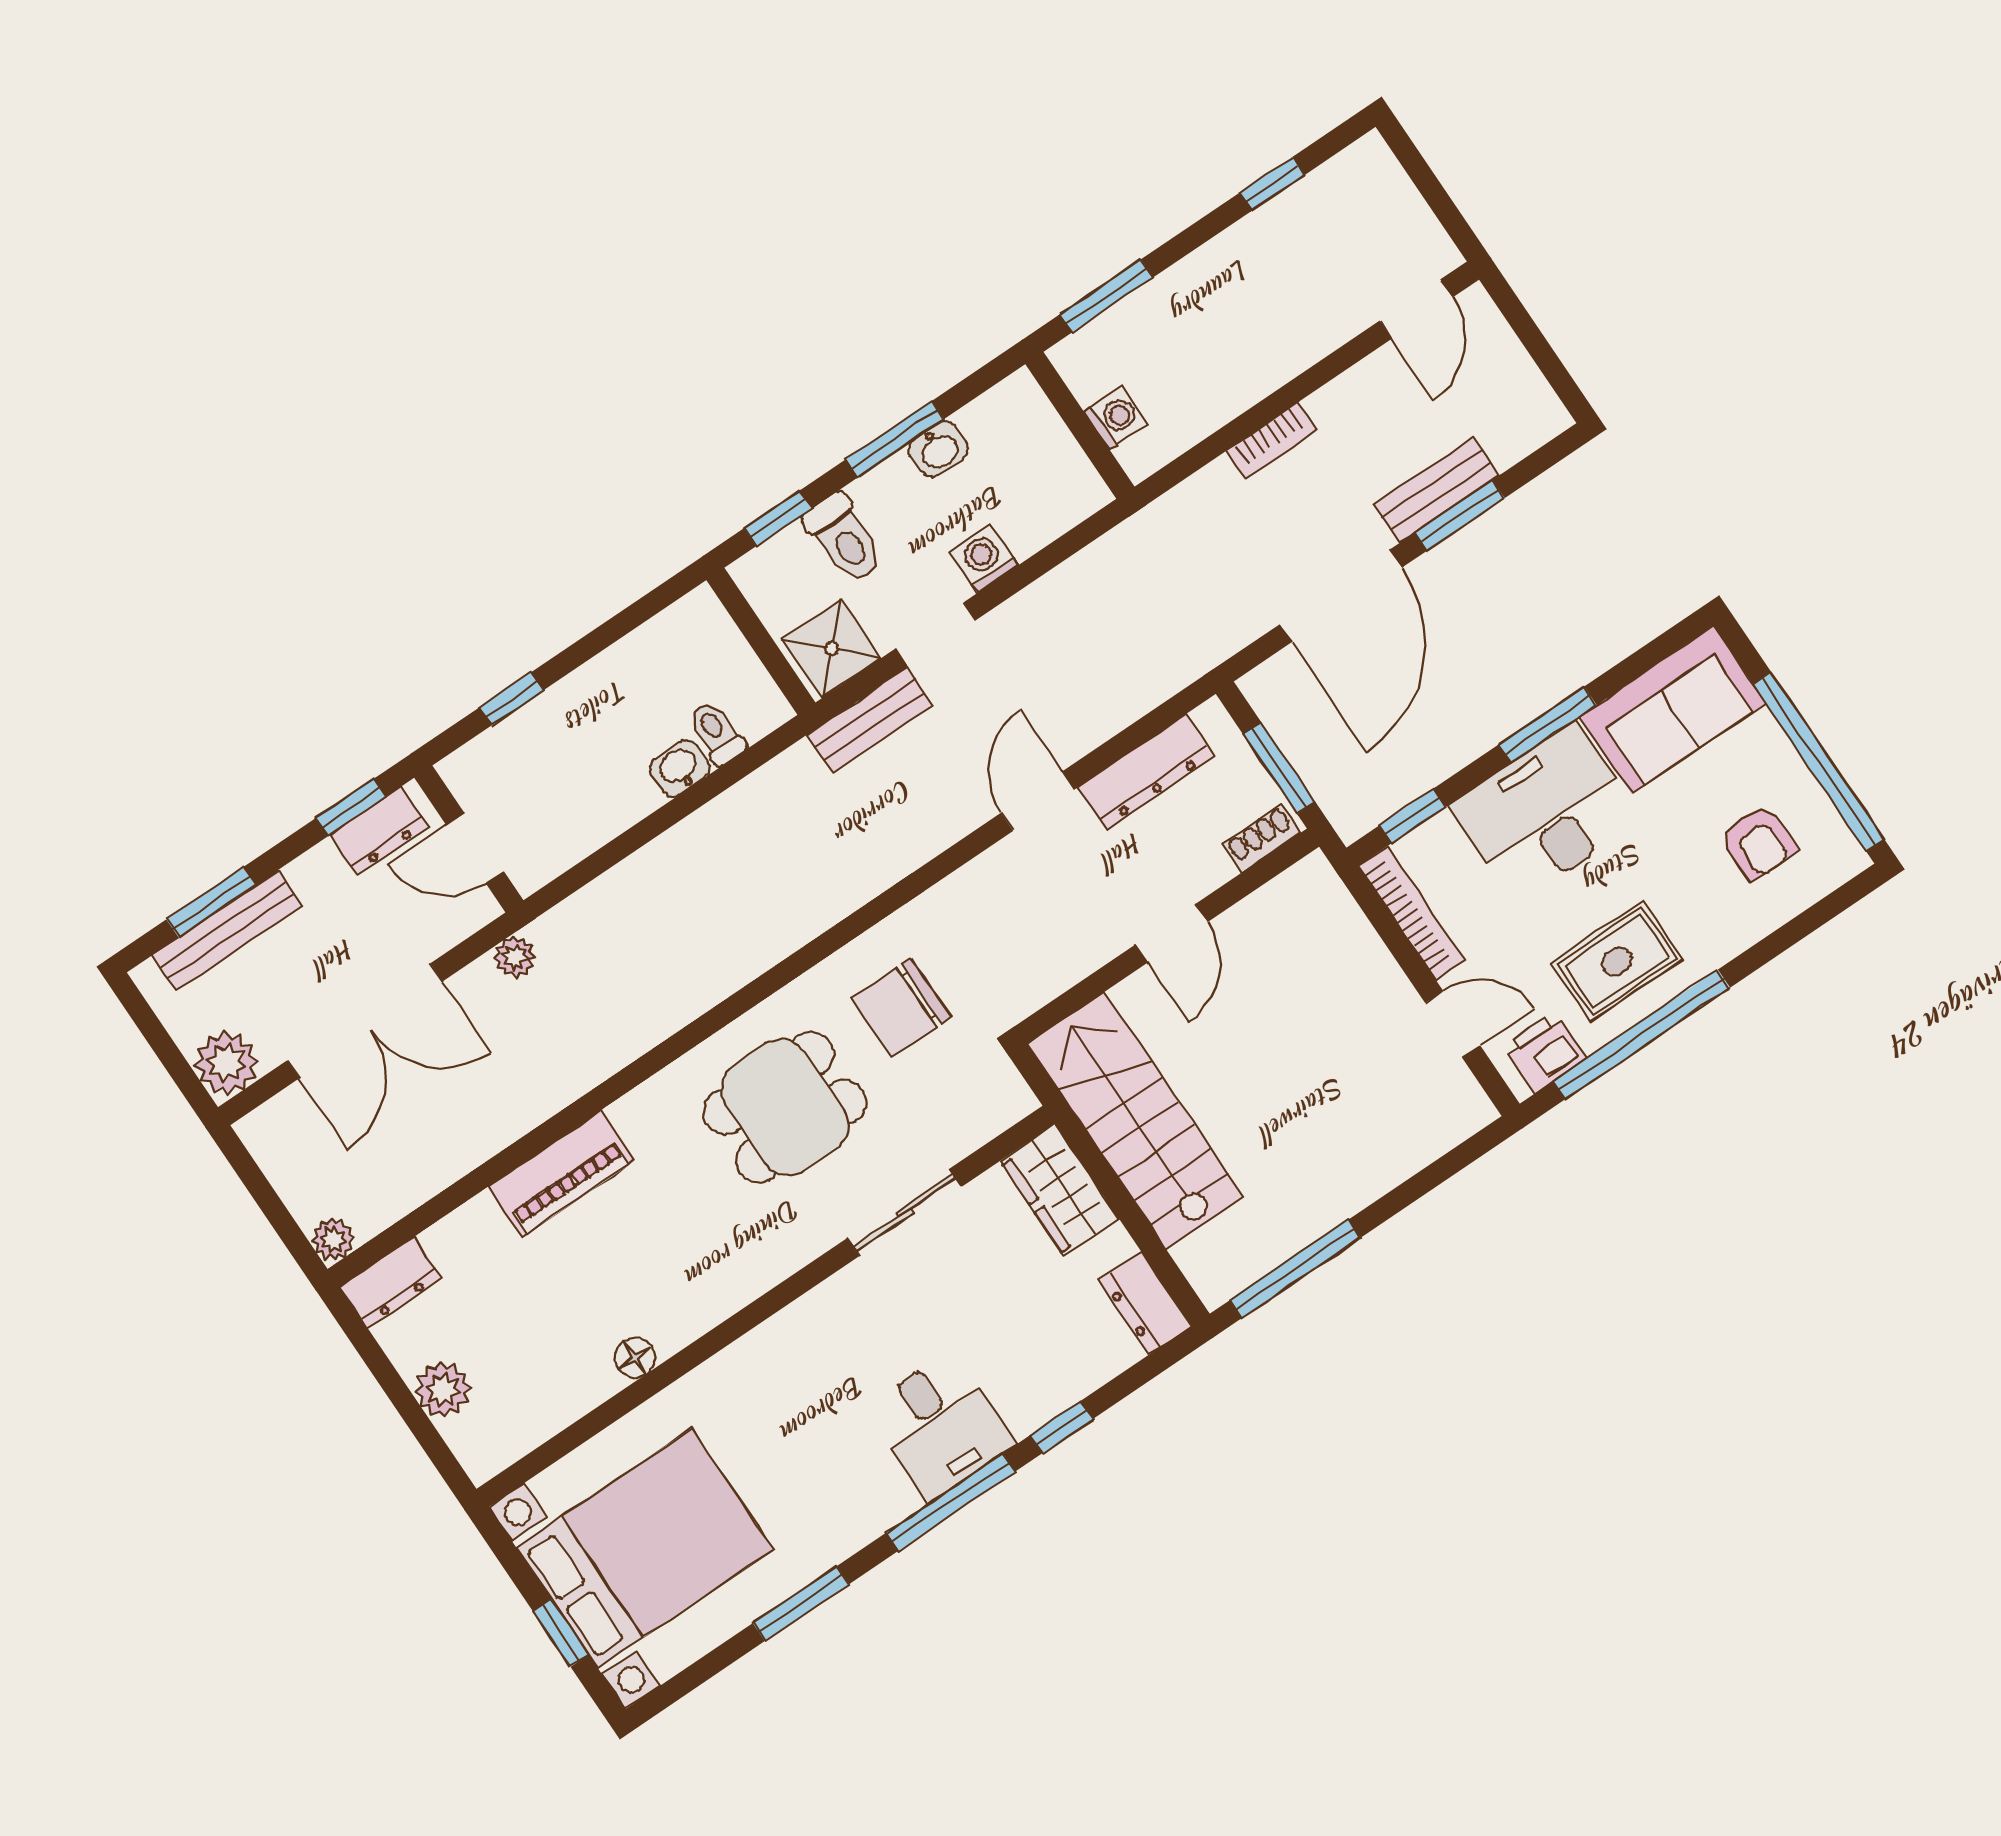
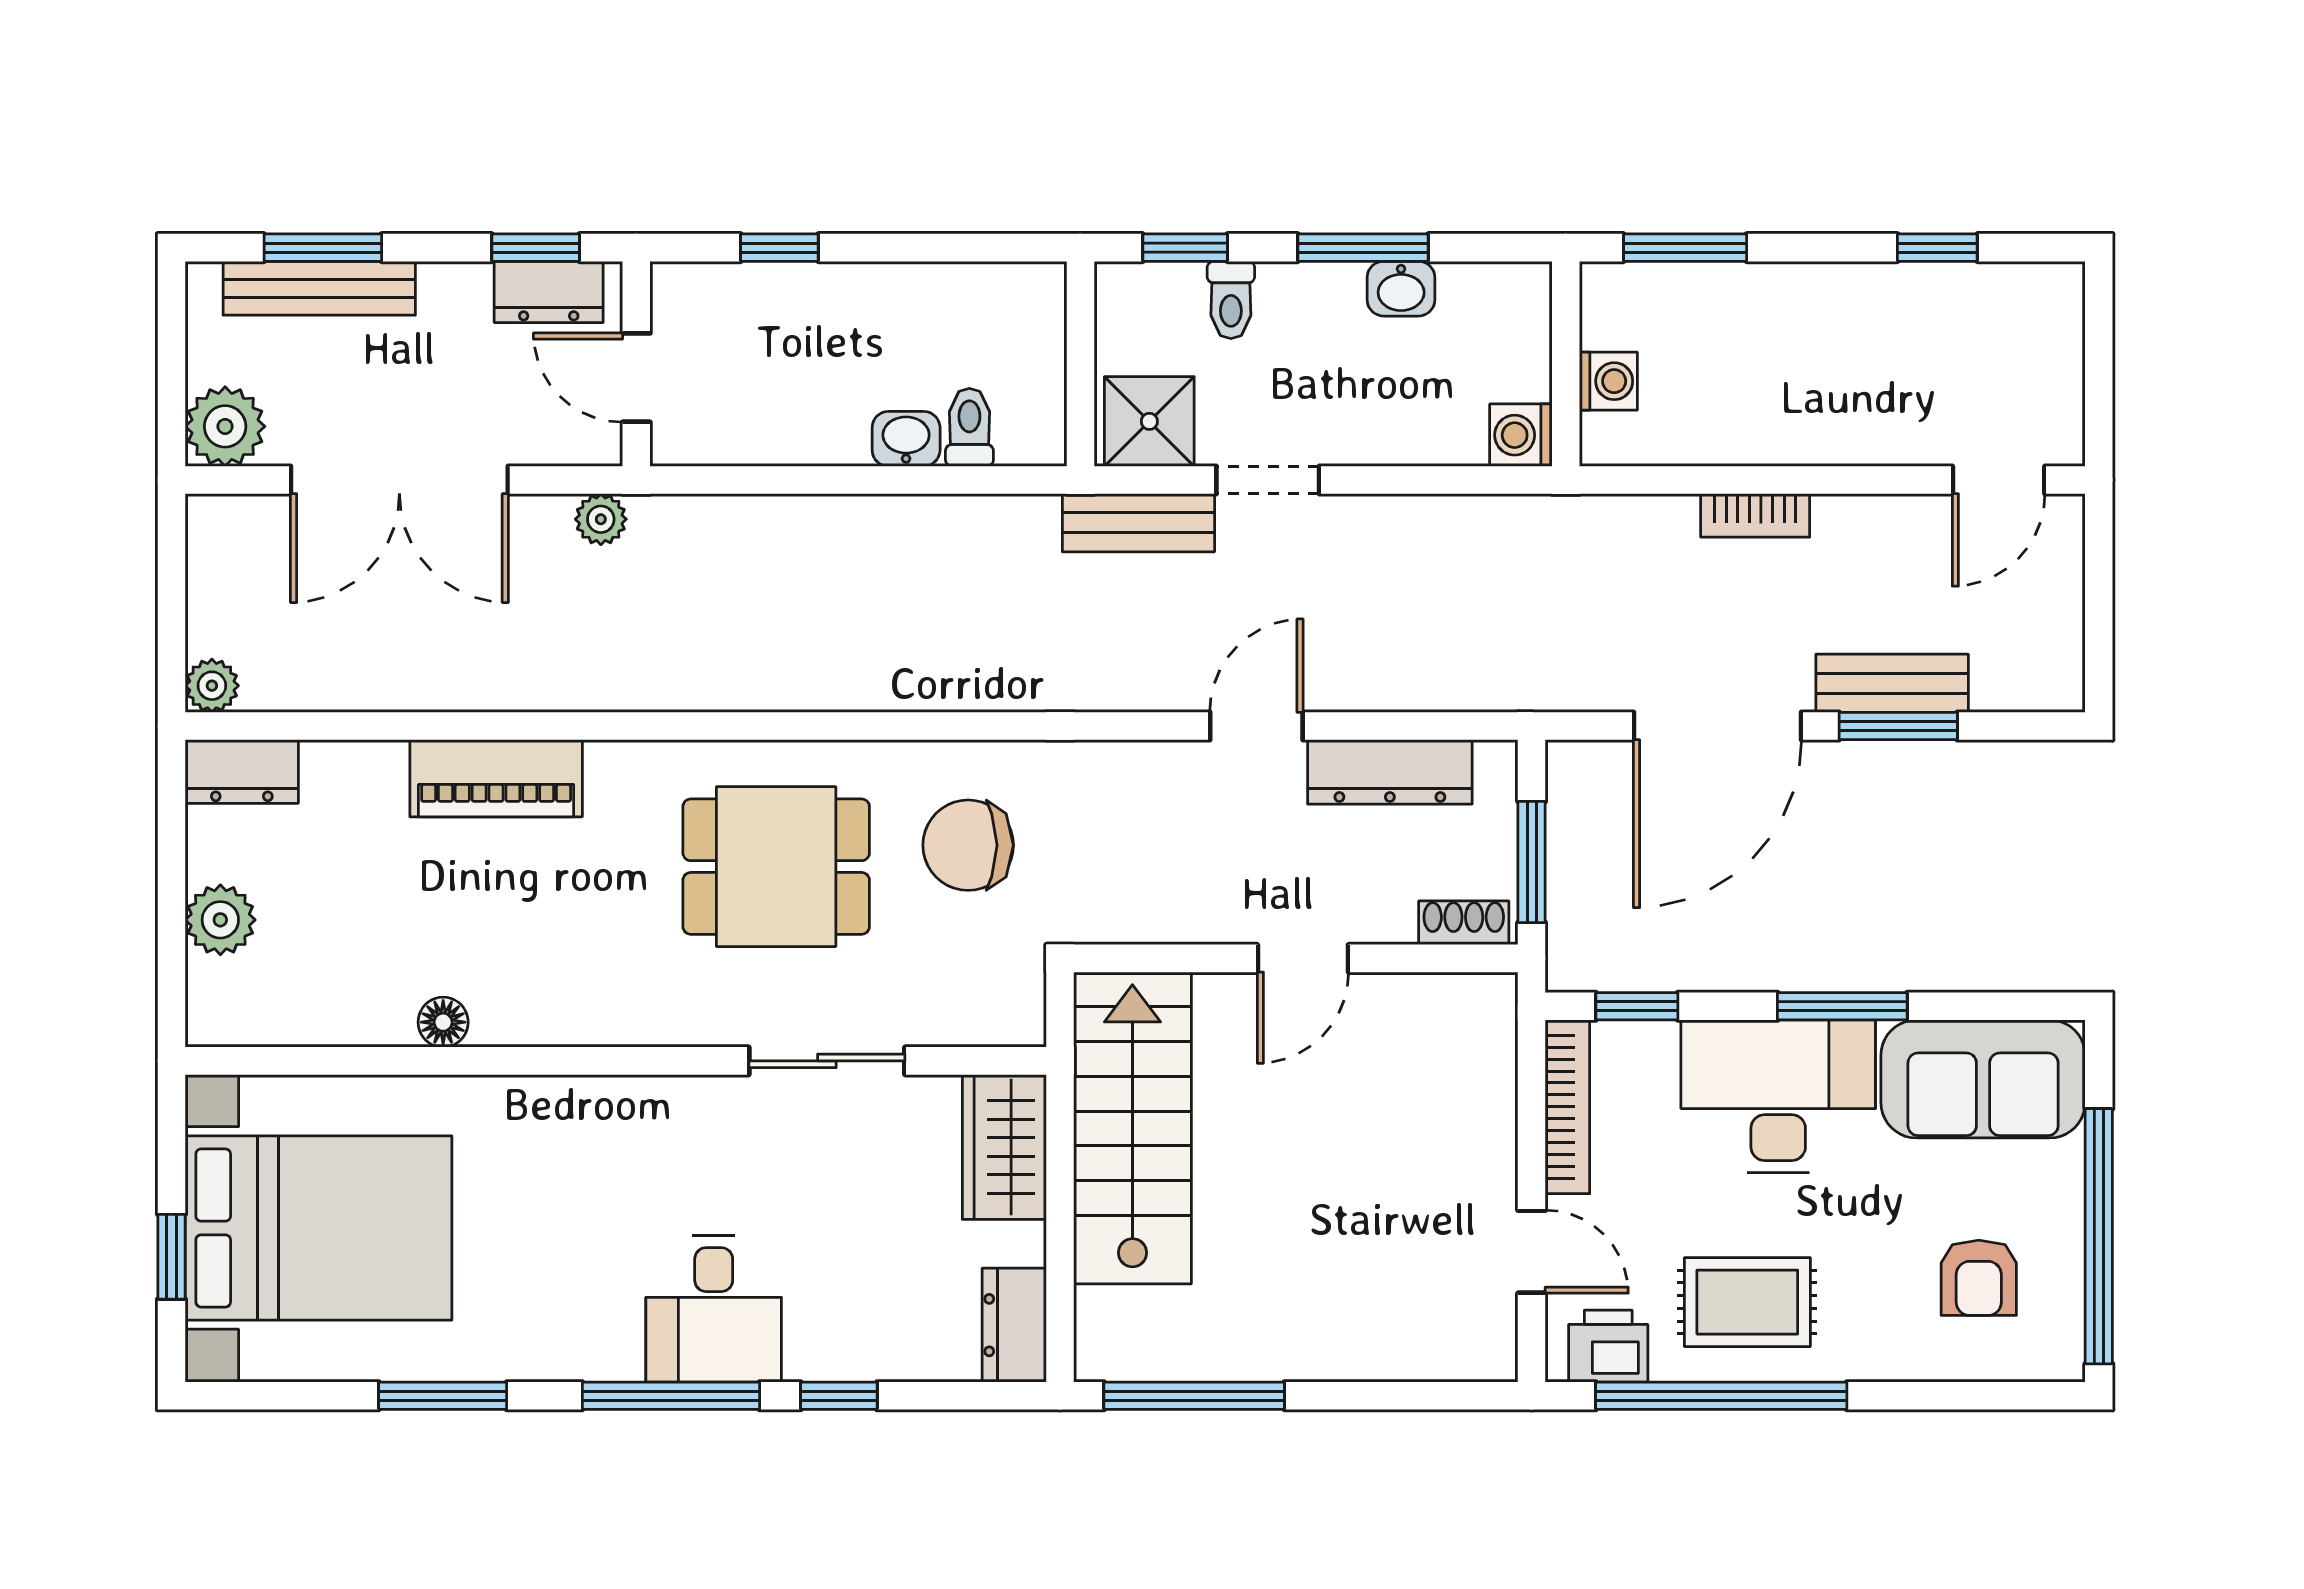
toilet: (844, 538) -> (1231, 300), width x0.73, depth x0.72
washing machine: (984, 559) -> (1521, 435), moved, turned -90

